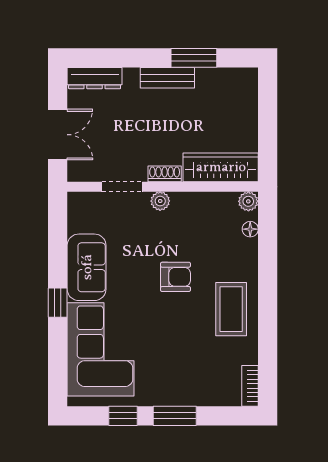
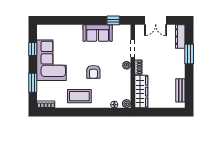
window: (194, 58) -> (189, 54), moved
bench: (167, 78) -> (180, 90), moved
window: (58, 303) -> (113, 20), moved
corner sofa: (101, 349) -> (51, 60), moved, turned -90
window: (175, 416) -> (33, 83), moved

